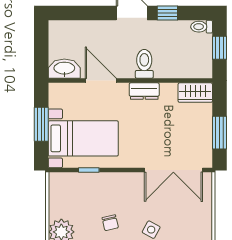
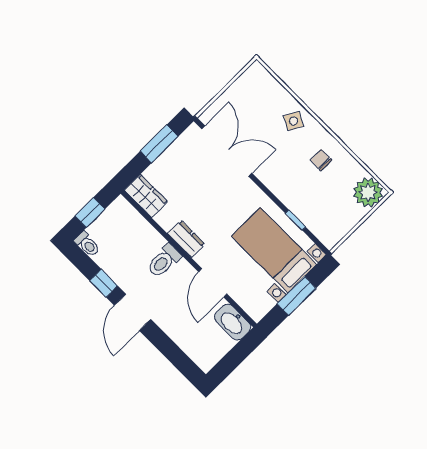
chair: (110, 223) -> (321, 160), turned -77

